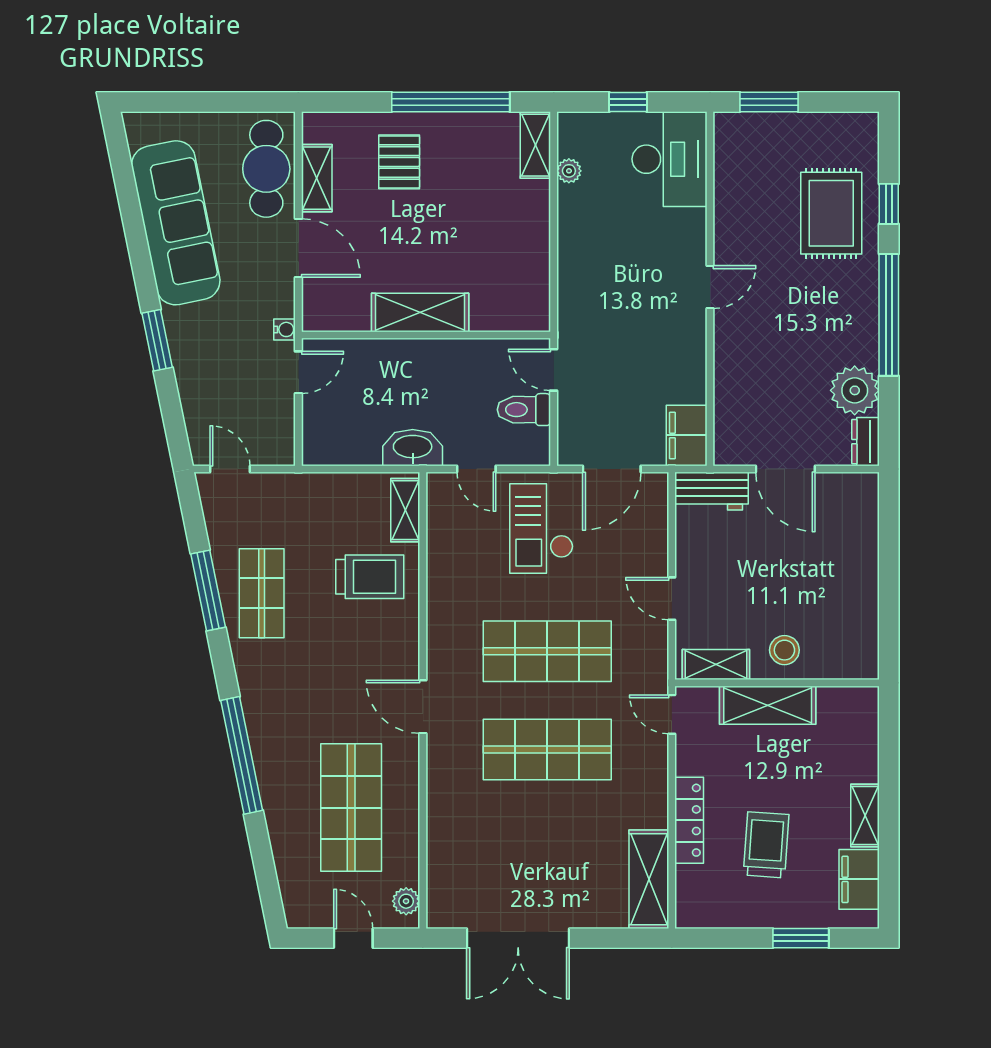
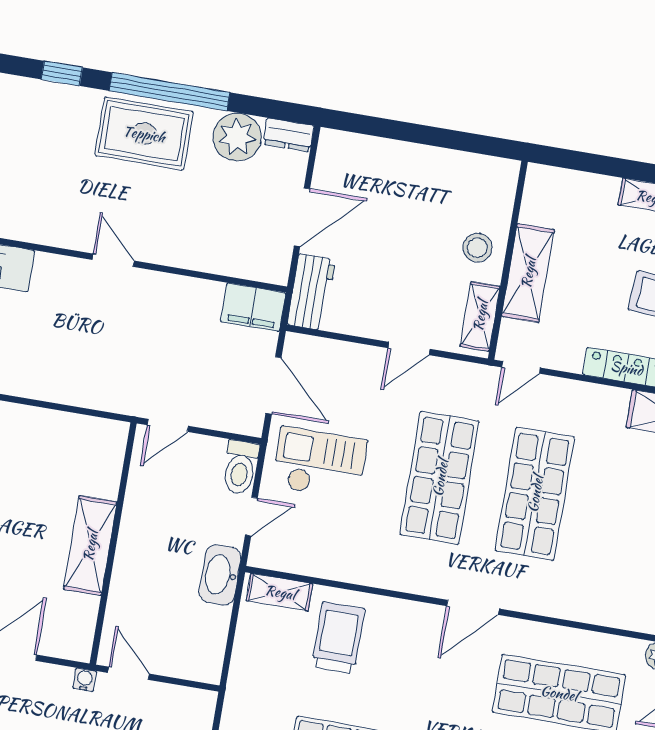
rug: (831, 213) -> (144, 134), moved
toilet: (524, 410) -> (240, 467), moved
checkout: (541, 528) -> (320, 463), turned 180

